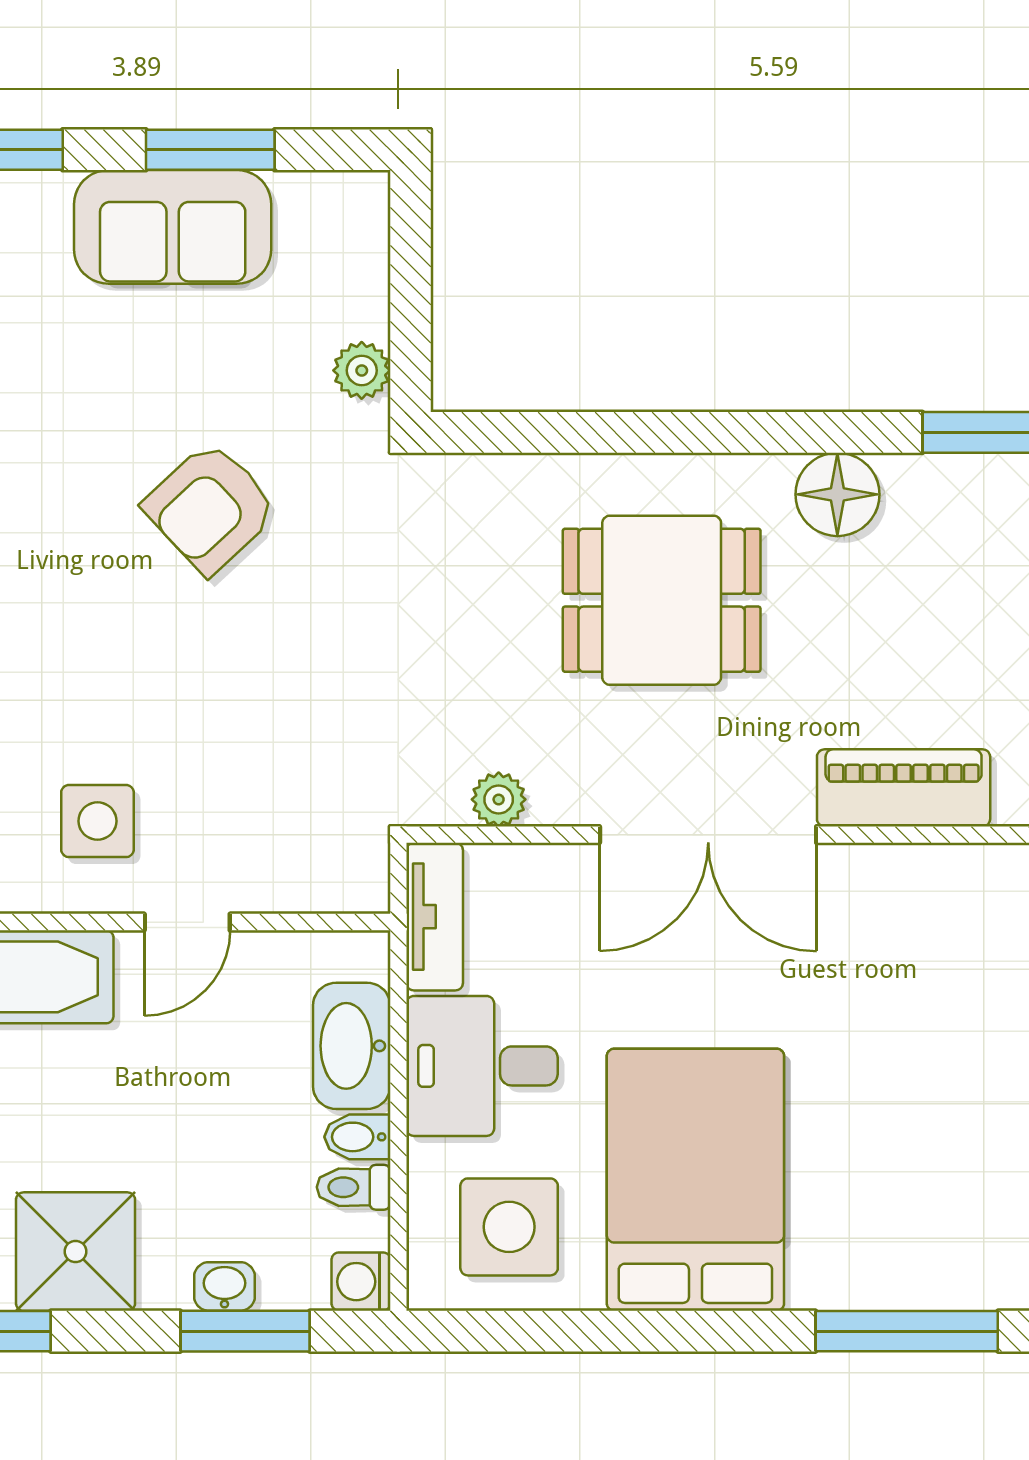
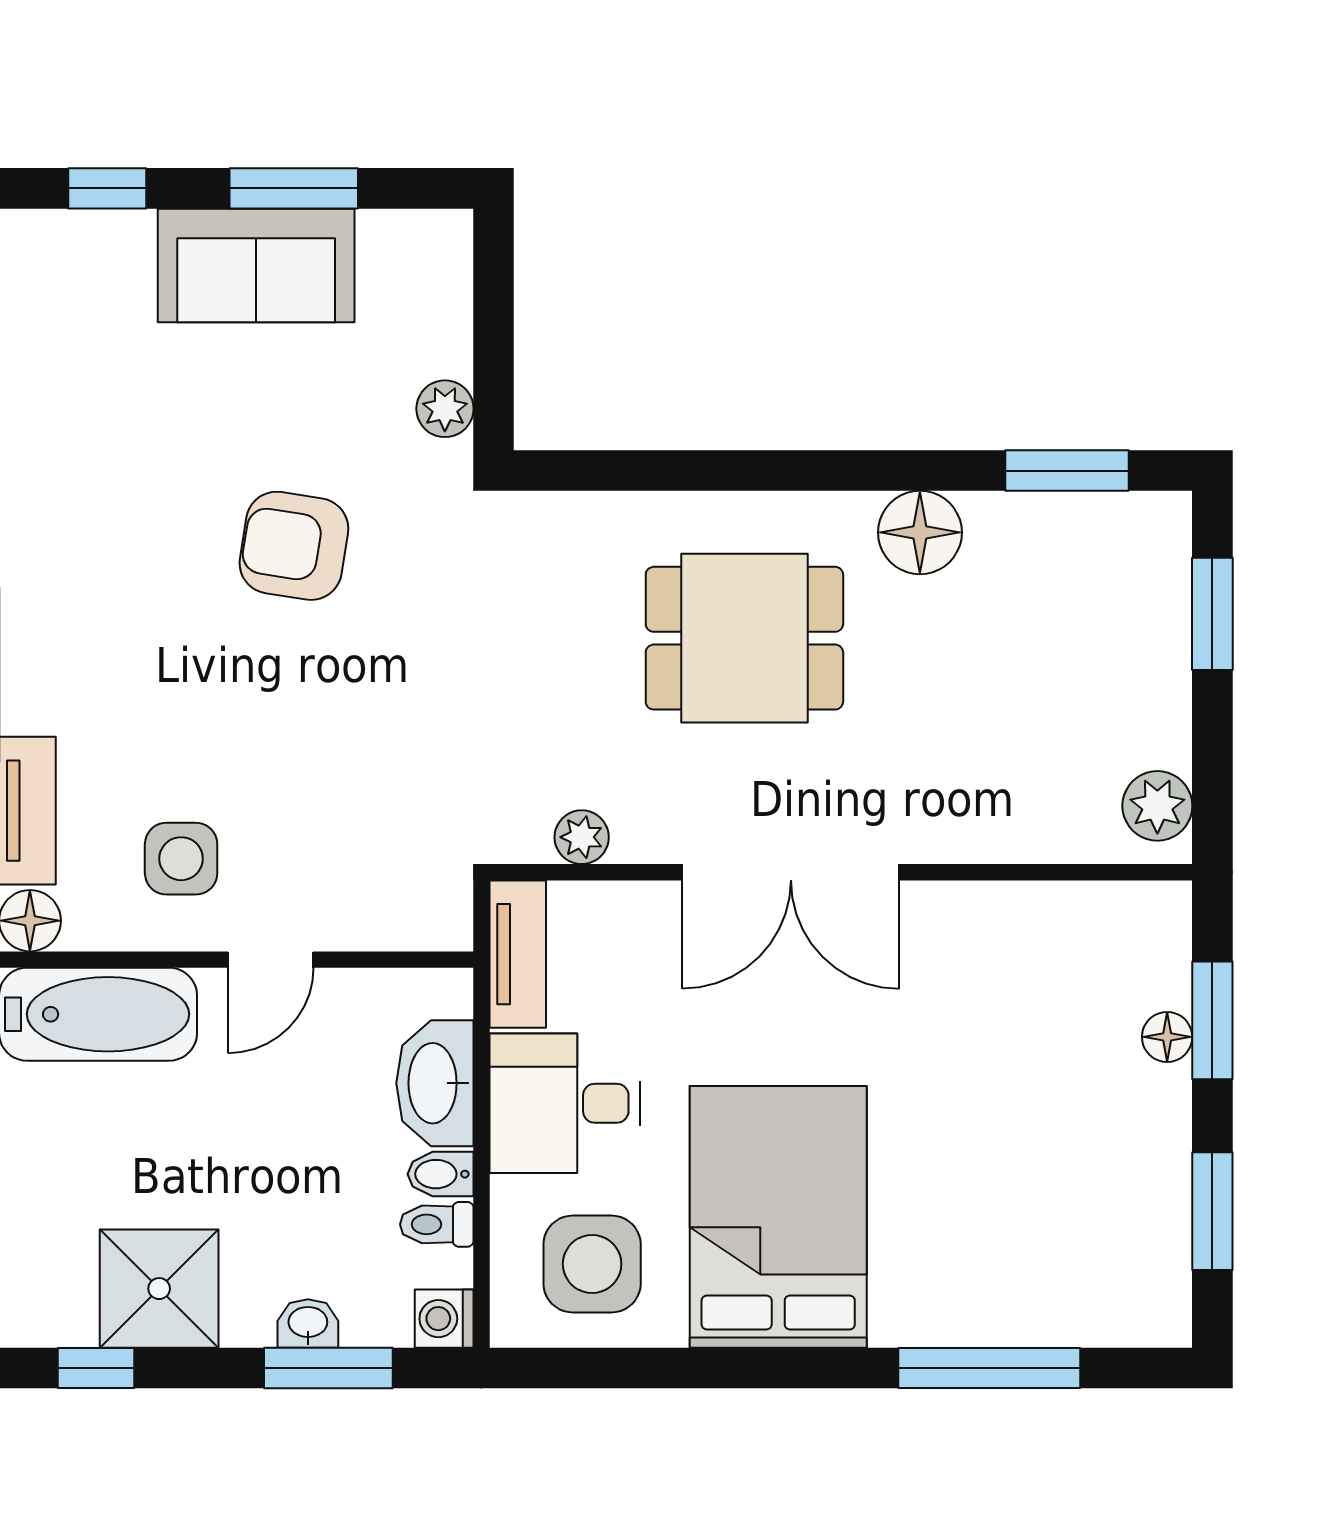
armchair: (210, 508) -> (294, 546), turned 52
piano: (904, 788) -> (986, 826), removed

